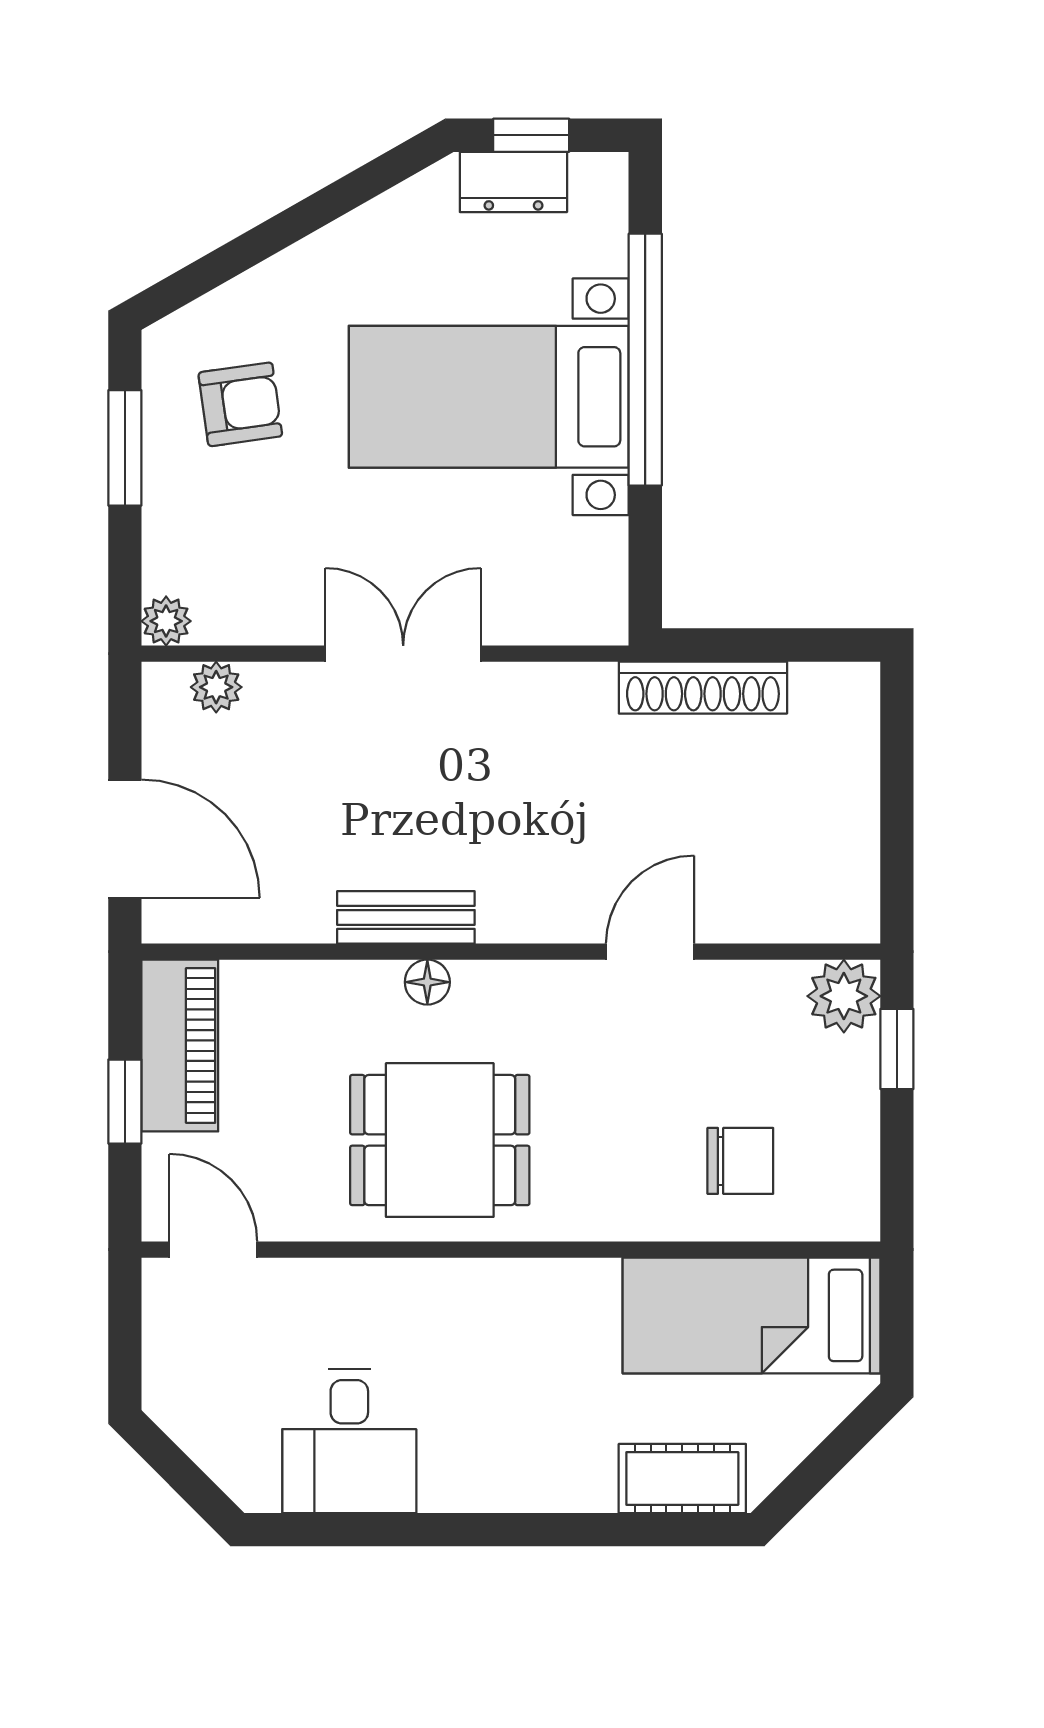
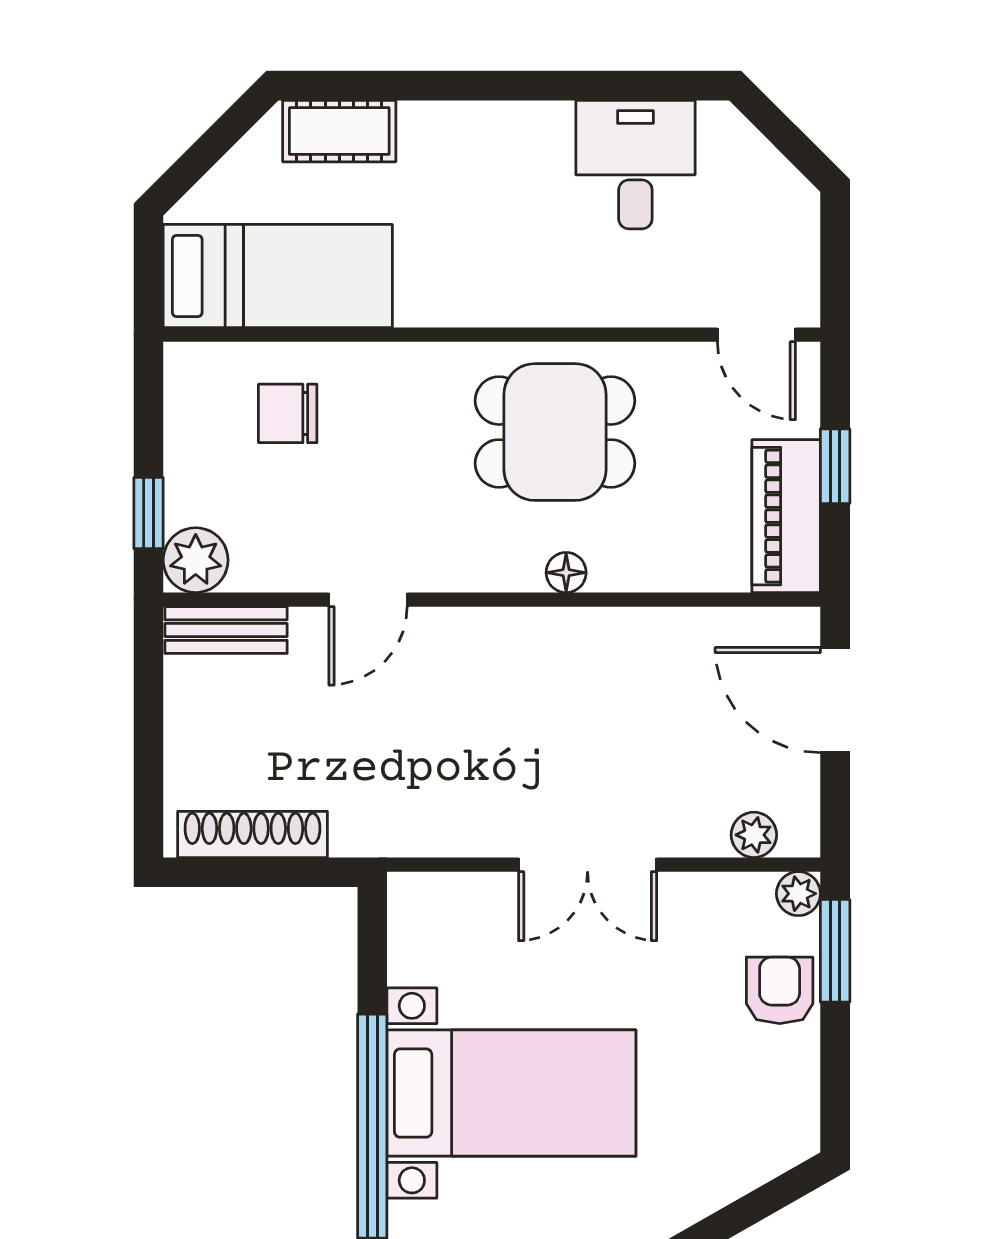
armchair: (240, 404) -> (780, 990), moved, turned 98
window: (125, 448) -> (835, 951), moved
shoe rack: (703, 688) -> (252, 834), moved
bench: (406, 917) -> (226, 630), moved

